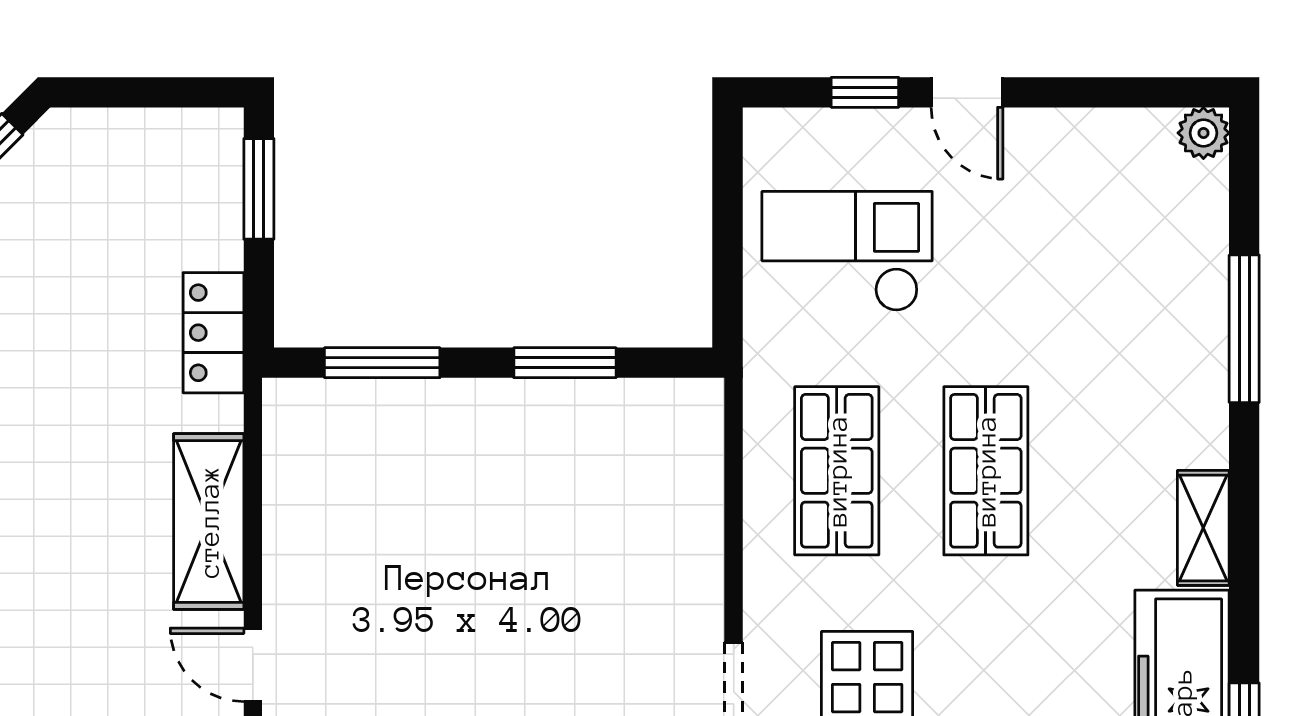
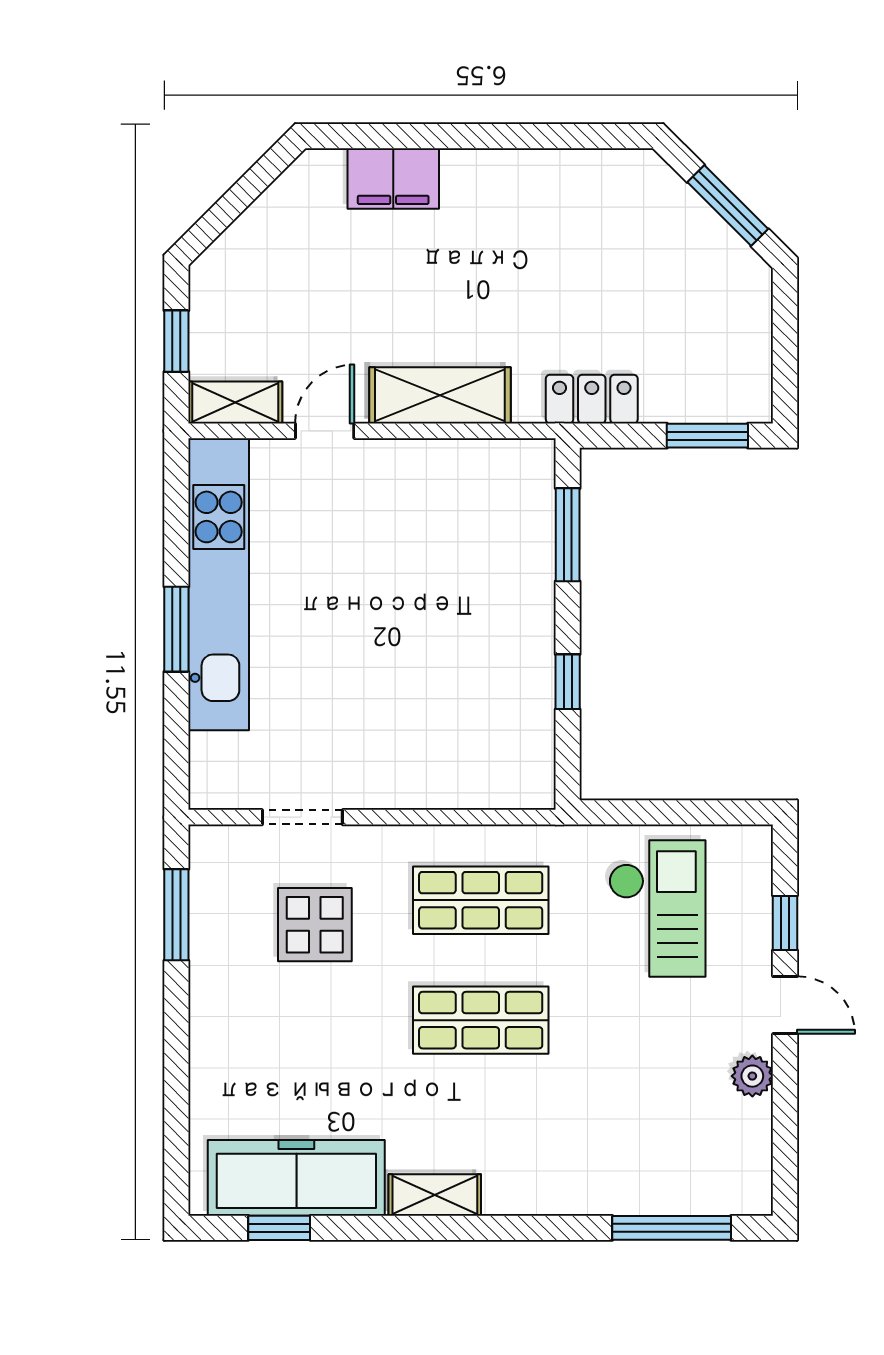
door: (967, 92) -> (785, 1005), swing flipped
plant: (1203, 133) -> (752, 1076), moved
window: (1244, 329) -> (672, 1228), moved
window: (565, 363) -> (568, 682), width x0.67

